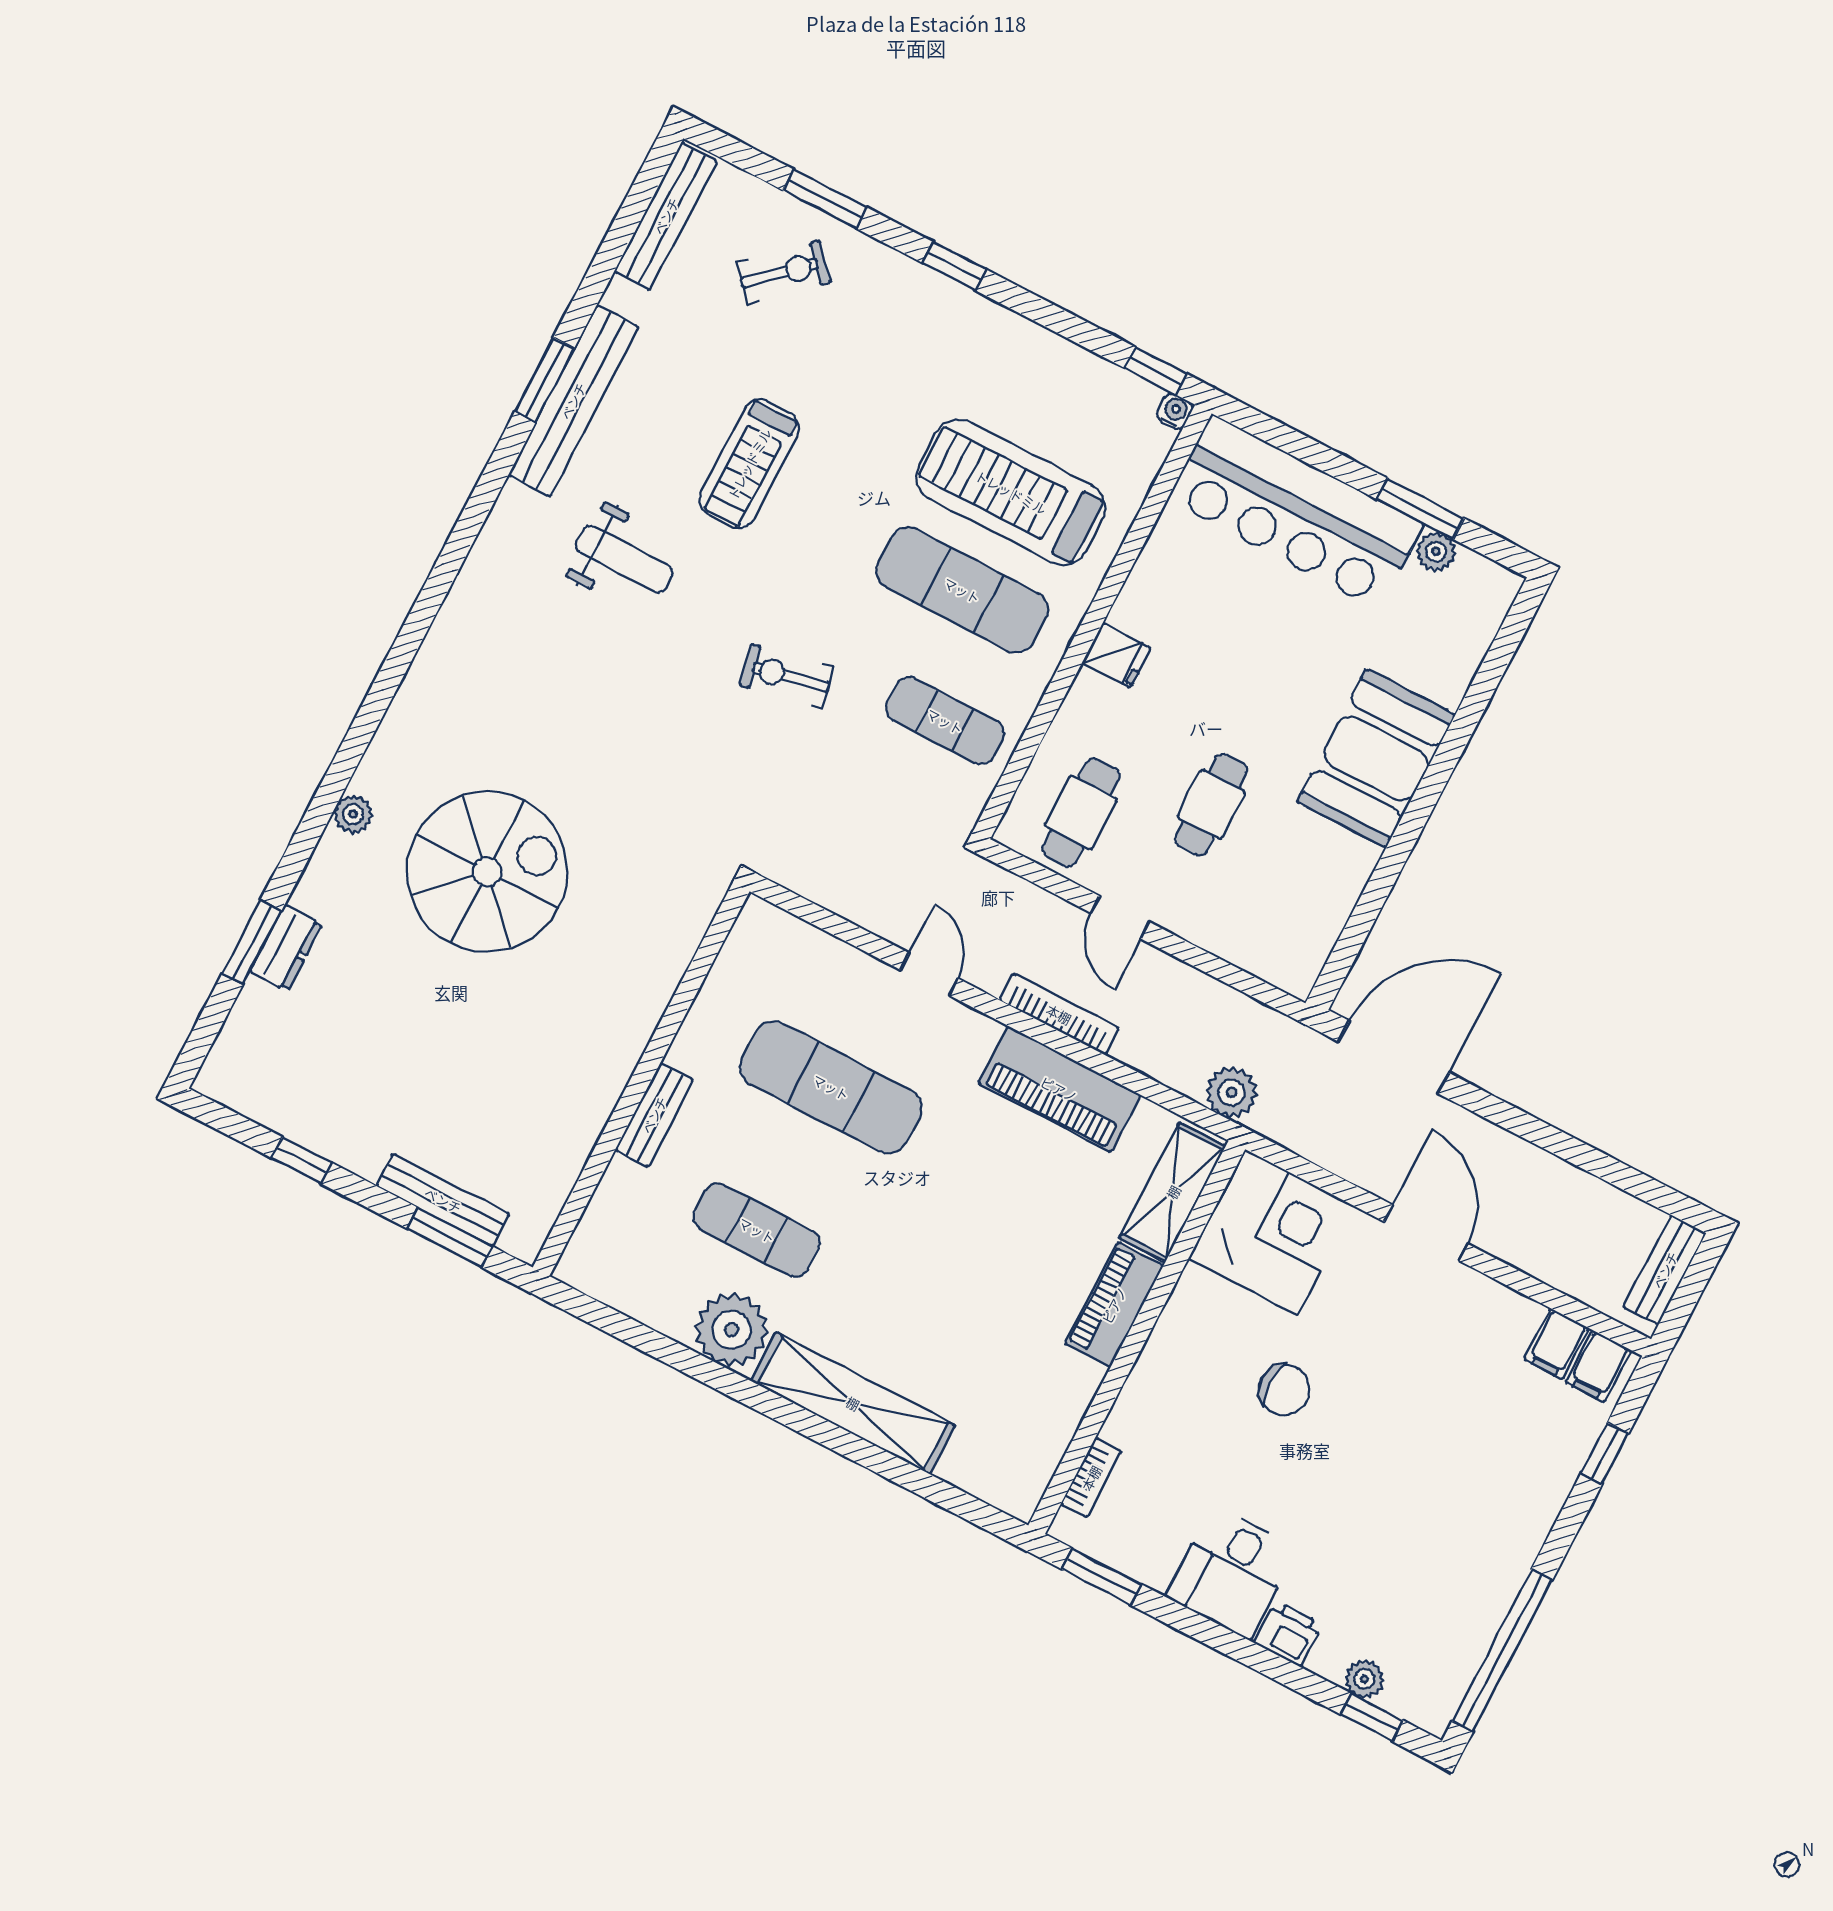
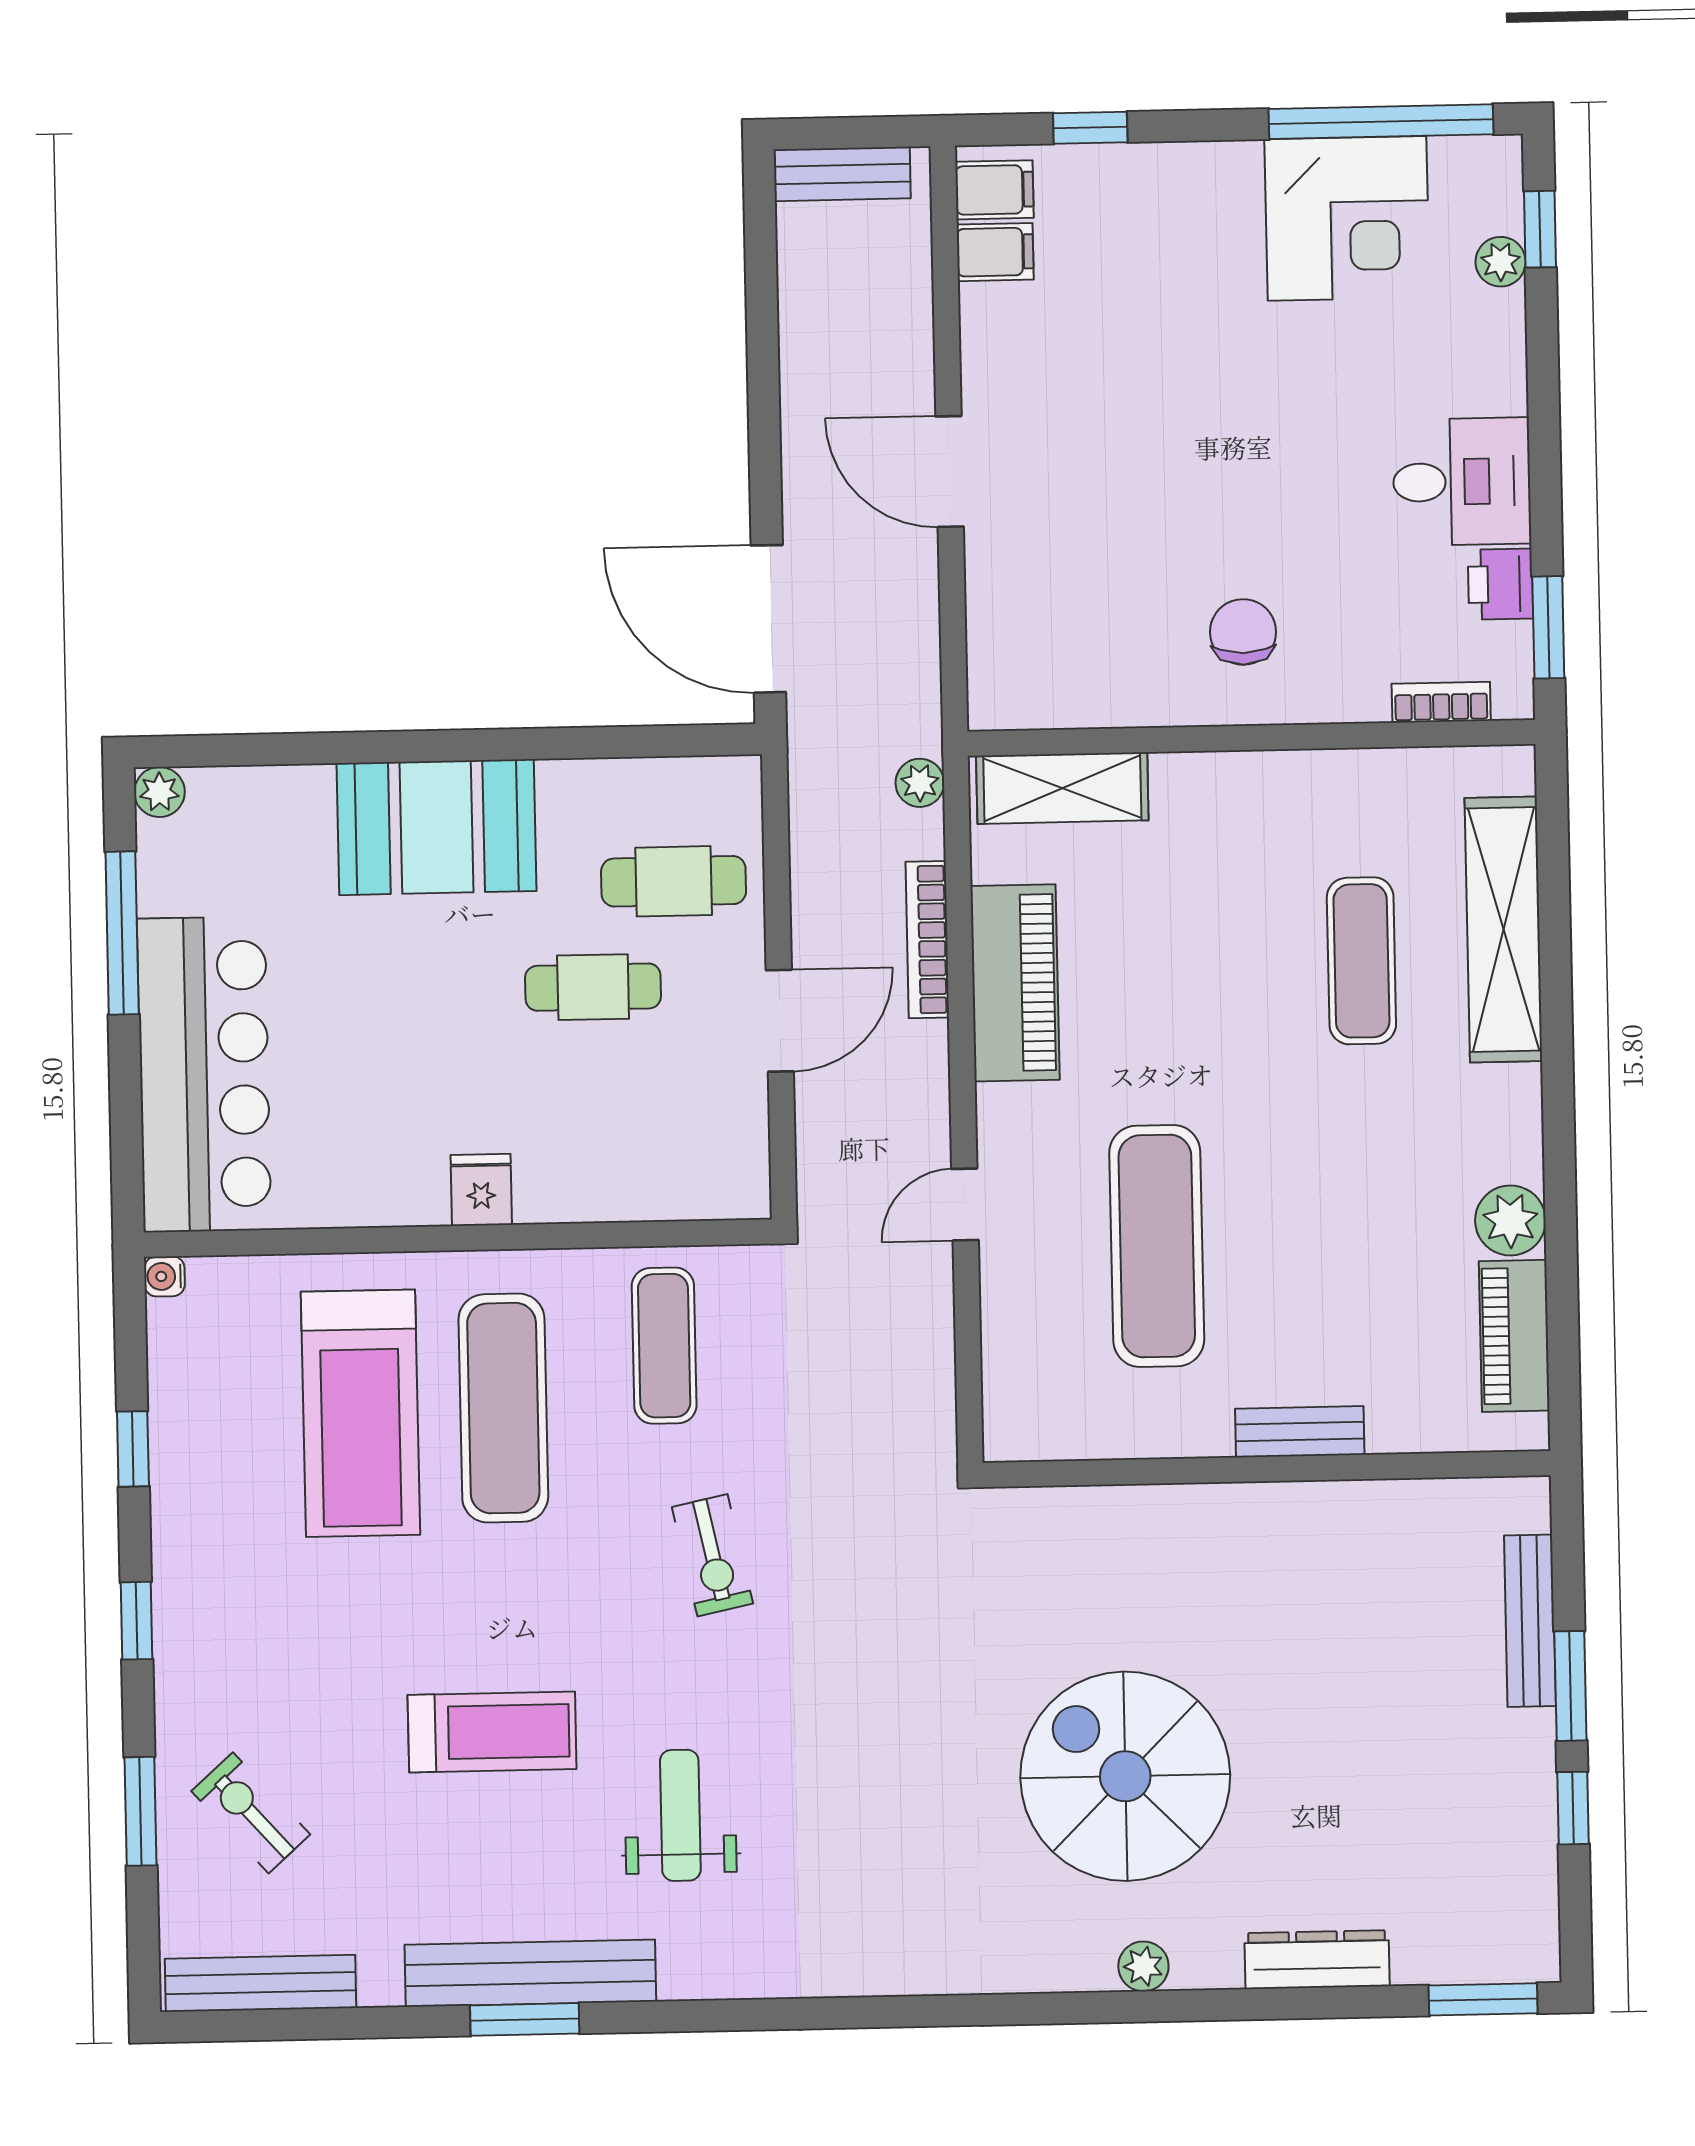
window: (1155, 371) -> (133, 1449), moved
window: (1420, 509) -> (122, 933), width x1.44
plant: (1436, 552) -> (159, 792), moved
cafe table: (1081, 813) -> (674, 881), moved
door: (1120, 917) -> (780, 1021), width x1.37
window: (252, 942) -> (1483, 1999), moved
dresser: (286, 948) -> (1317, 1960), width x1.44
bookcase: (1059, 1014) -> (927, 940), moved
plant: (1232, 1092) -> (920, 783), width x0.73, depth x0.73
exercise mat: (757, 1230) -> (1361, 961), moved
corner desk: (1271, 1232) -> (1347, 218), moved, turned 180
door: (1426, 1233) -> (950, 471), hinge flipped
window: (450, 1237) -> (1570, 1686), moved
piano: (1114, 1305) -> (1514, 1336), moved, turned 90
plant: (731, 1330) -> (1510, 1220), width x0.73, depth x0.73
chair: (1284, 1390) -> (1243, 632), moved
shelving: (853, 1403) -> (1503, 929), moved
printer: (1288, 1633) -> (1500, 584), moved

